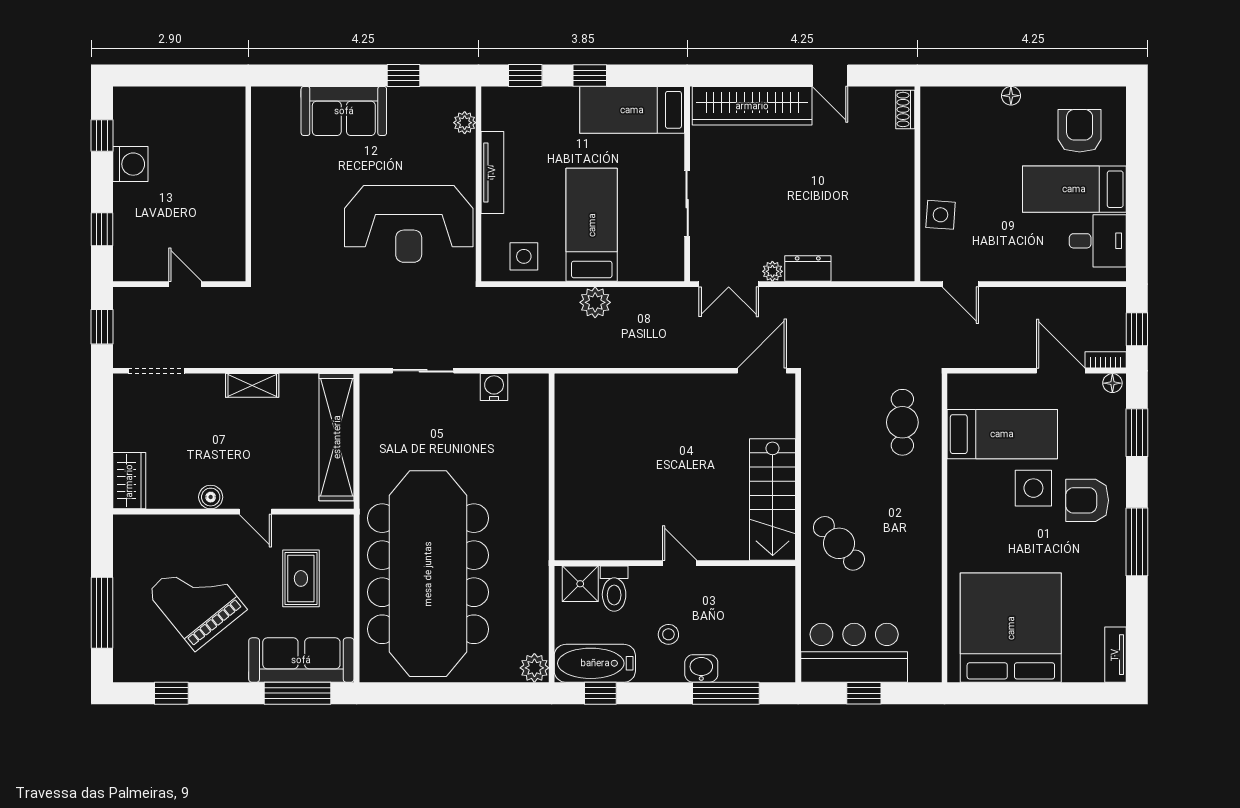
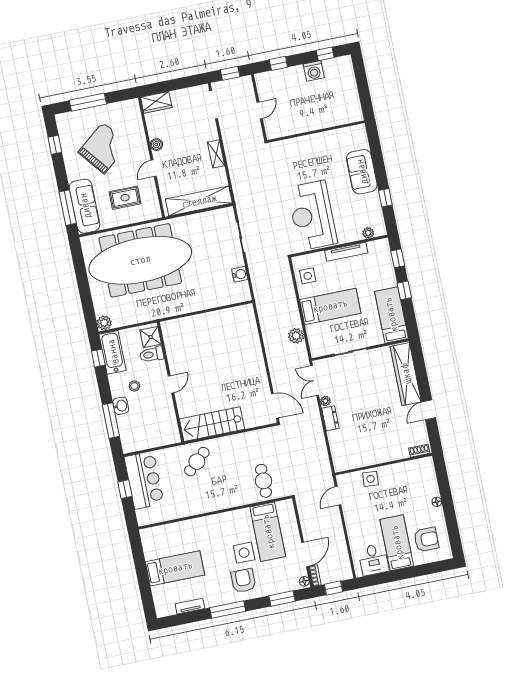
plant: (595, 302) -> (296, 336), moved
cafe table: (902, 422) -> (263, 481), turned 90
bed: (1011, 628) -> (175, 568), width x0.49
tv unit: (1115, 655) -> (190, 606), moved

